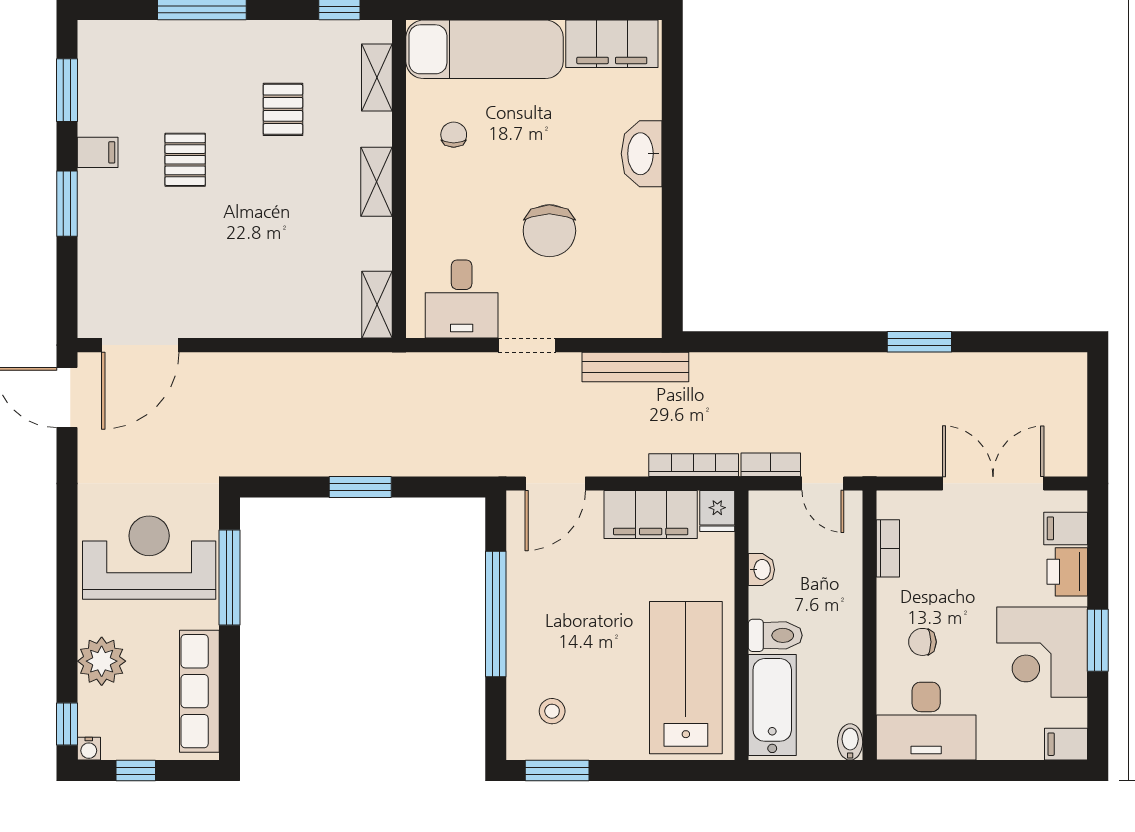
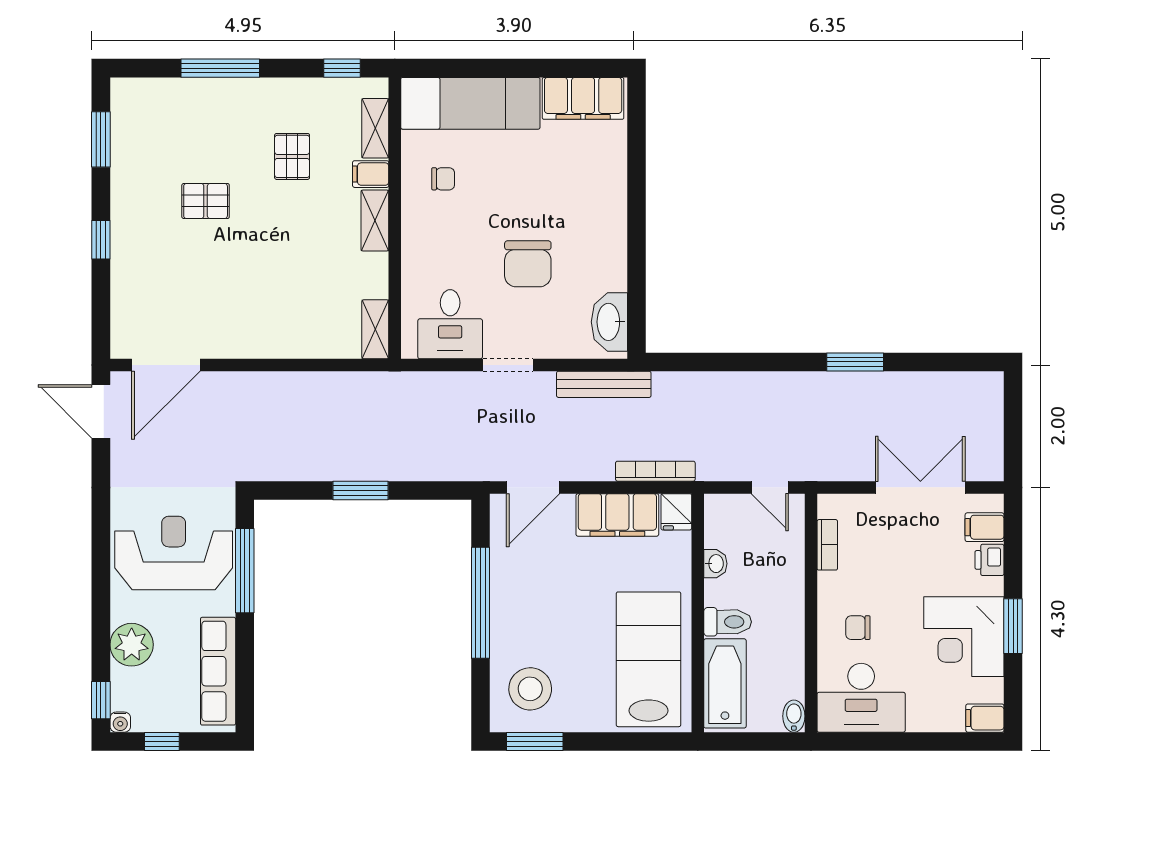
chair: (454, 135) -> (443, 179), turned 90
filing cabinet: (98, 152) -> (371, 174), moved, turned 180
washbasin: (642, 154) -> (609, 322), moved
pallet: (185, 160) -> (206, 201), turned 90
window: (67, 204) -> (101, 240), width x0.67
bookcase: (771, 465) -> (724, 471), removed
printer: (1067, 572) -> (989, 560), width x0.73, depth x0.81
stool: (552, 711) -> (530, 689), width x1.89, depth x1.89

